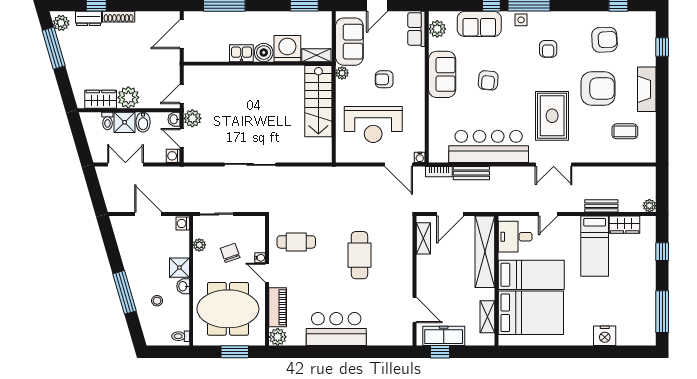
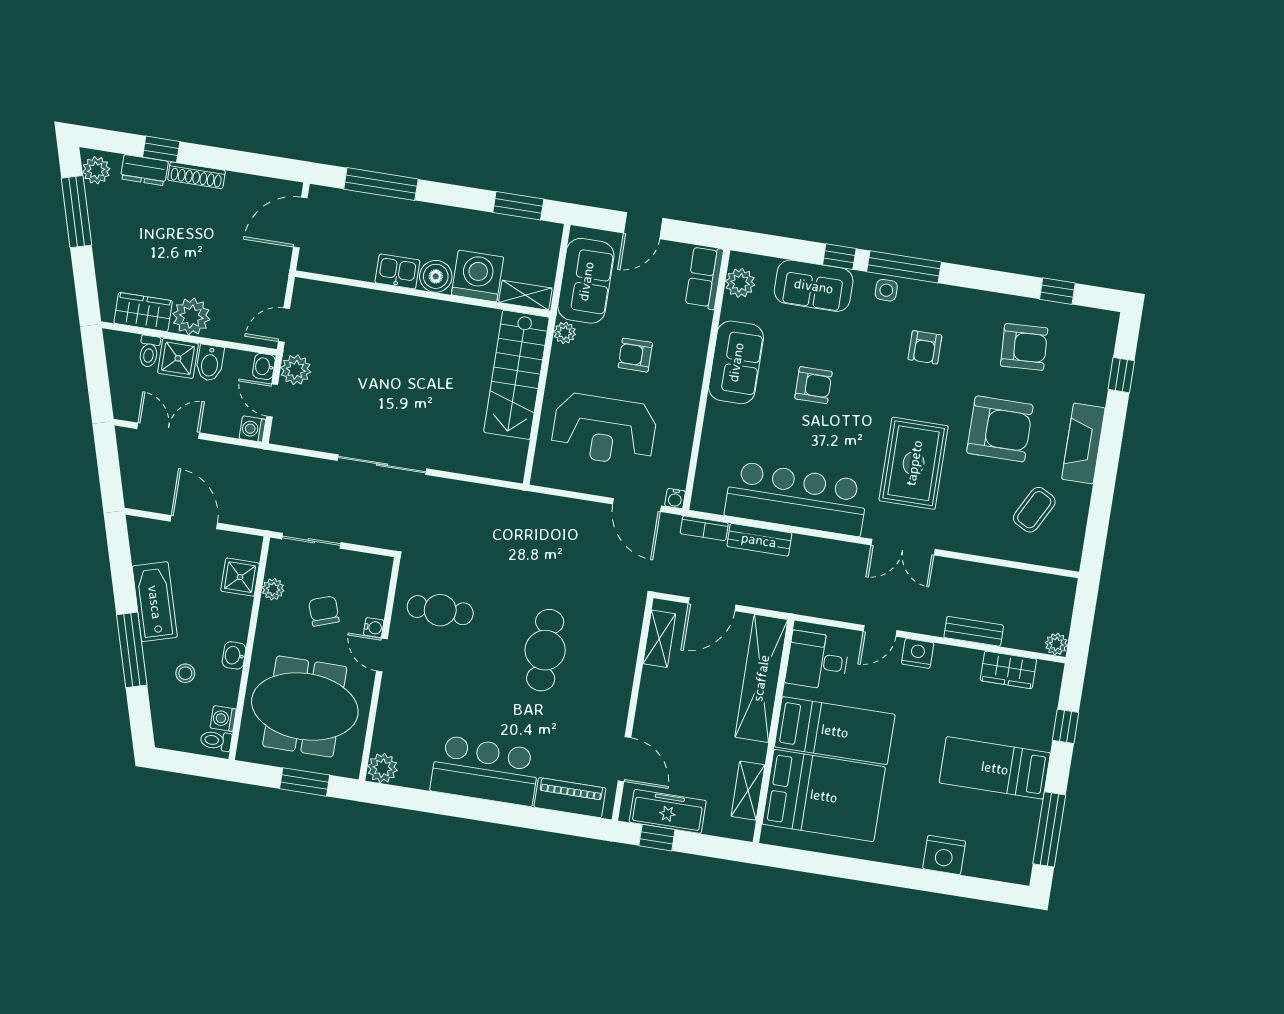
armchair: (488, 80) -> (813, 385), turned -95
coffee table: (625, 131) -> (1034, 510), turned -62
nightstand: (571, 223) -> (918, 653), added
washing machine: (183, 224) -> (223, 719), moved
bed: (595, 246) -> (995, 768), moved, turned 90
bathtub: (133, 263) -> (155, 602), added
shower: (179, 268) -> (240, 577), moved
piano: (278, 307) -> (570, 798), moved, turned -90

